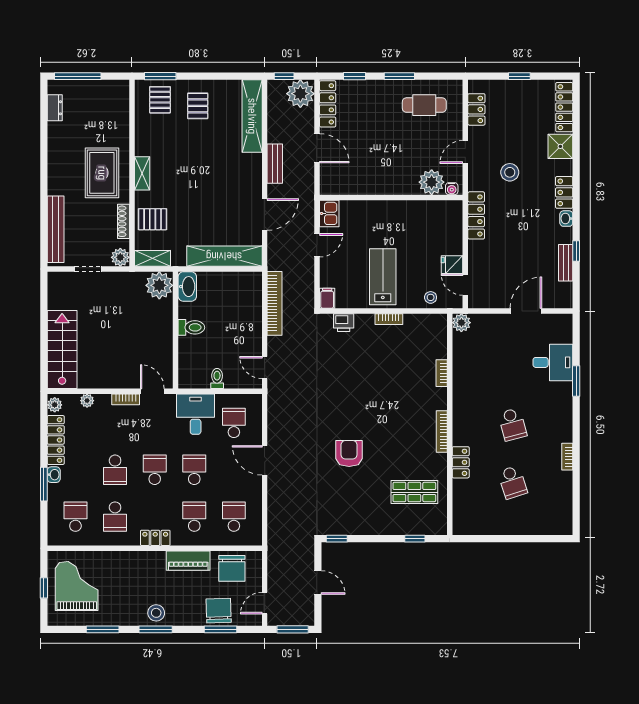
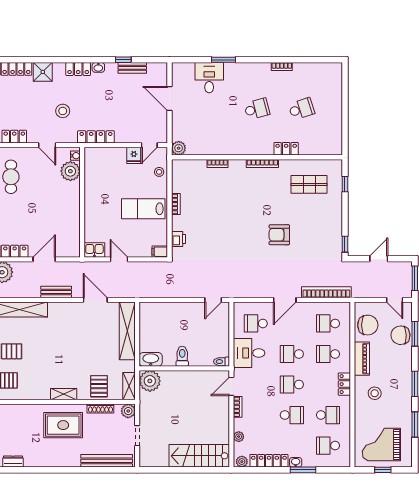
bookcase: (275, 303) -> (326, 292), moved
toilet: (217, 378) -> (222, 362), moved
shop shelf: (414, 492) -> (309, 184), turned 90
stool: (156, 613) -> (375, 393), moved

